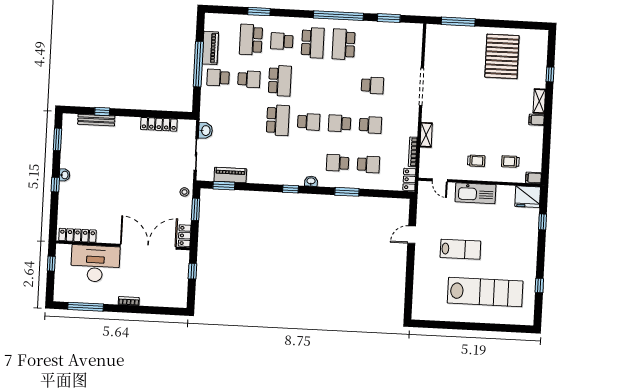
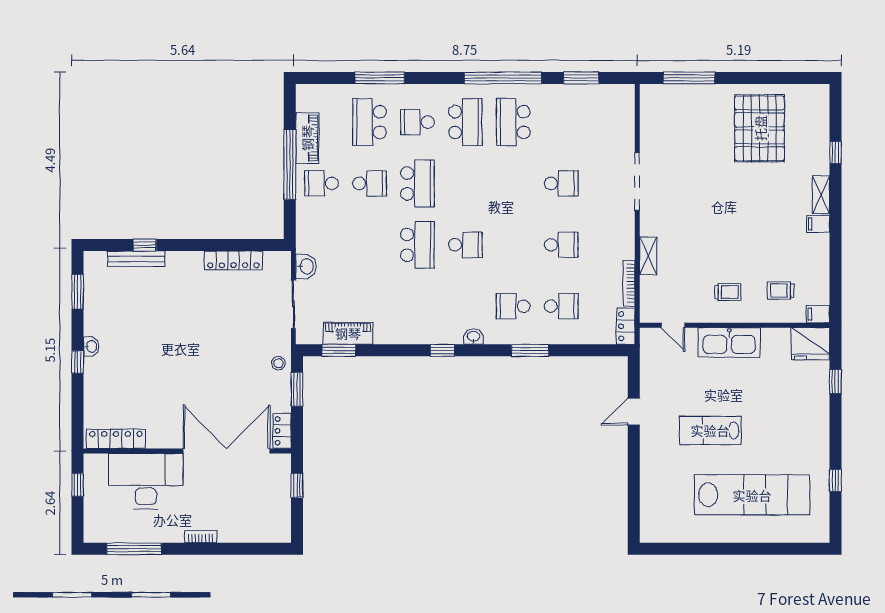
window: (259, 12) -> (380, 78), width x1.44
school desk: (340, 123) -> (513, 245), removed
lab bench: (460, 249) -> (710, 430), turned 180

